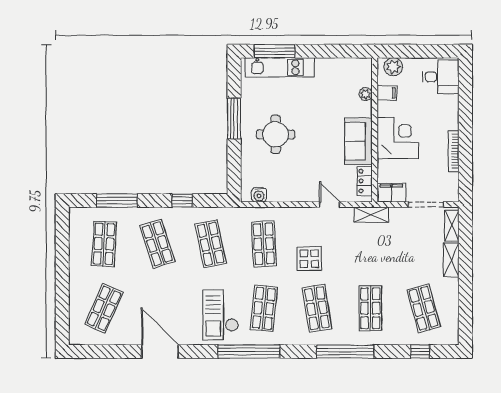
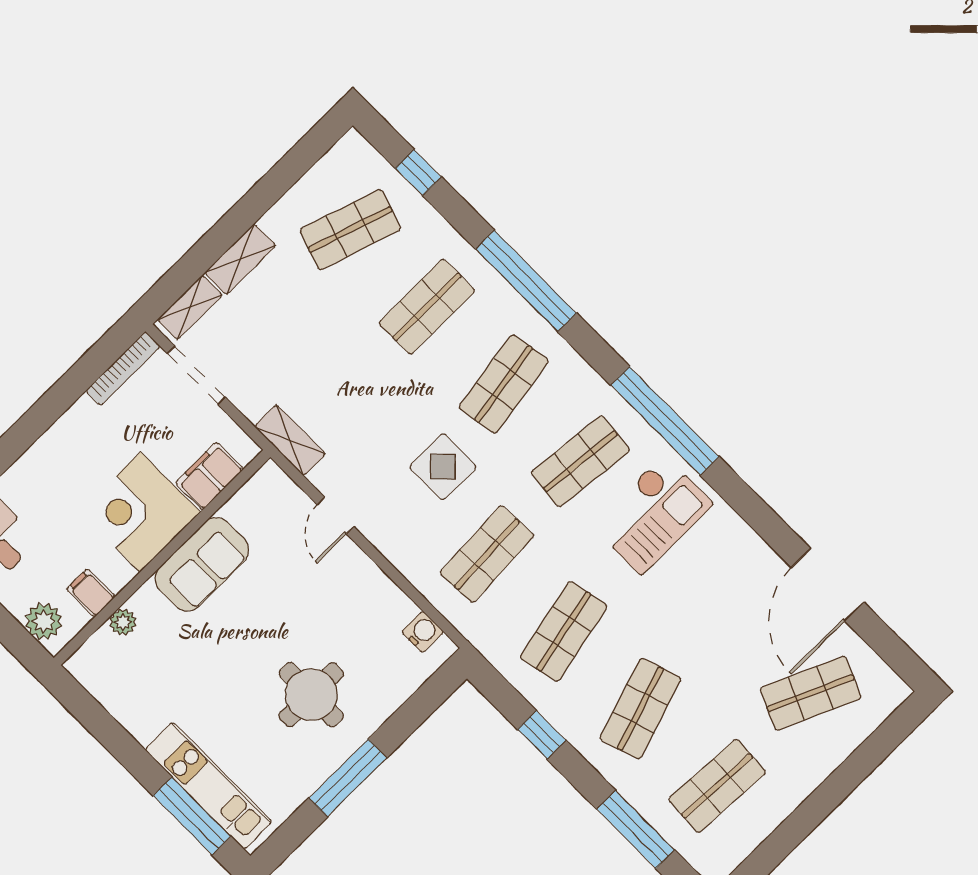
bookcase: (454, 151) -> (123, 369), moved
locker: (365, 181) -> (250, 498), removed
filing cabinet: (391, 193) -> (209, 476), moved, turned 90
shop shelf: (424, 308) -> (350, 230), turned 33
door: (160, 352) -> (828, 585), moved

